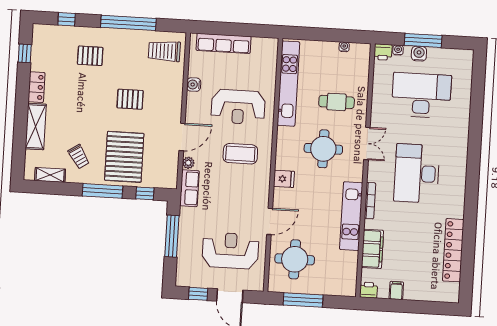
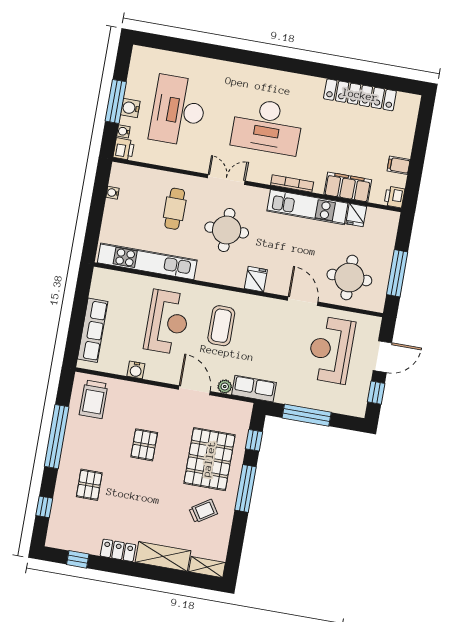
pallet: (124, 157) -> (209, 459), turned 90
shelving: (50, 175) -> (207, 567), moved, turned 90
fridge: (349, 259) -> (356, 215), added

